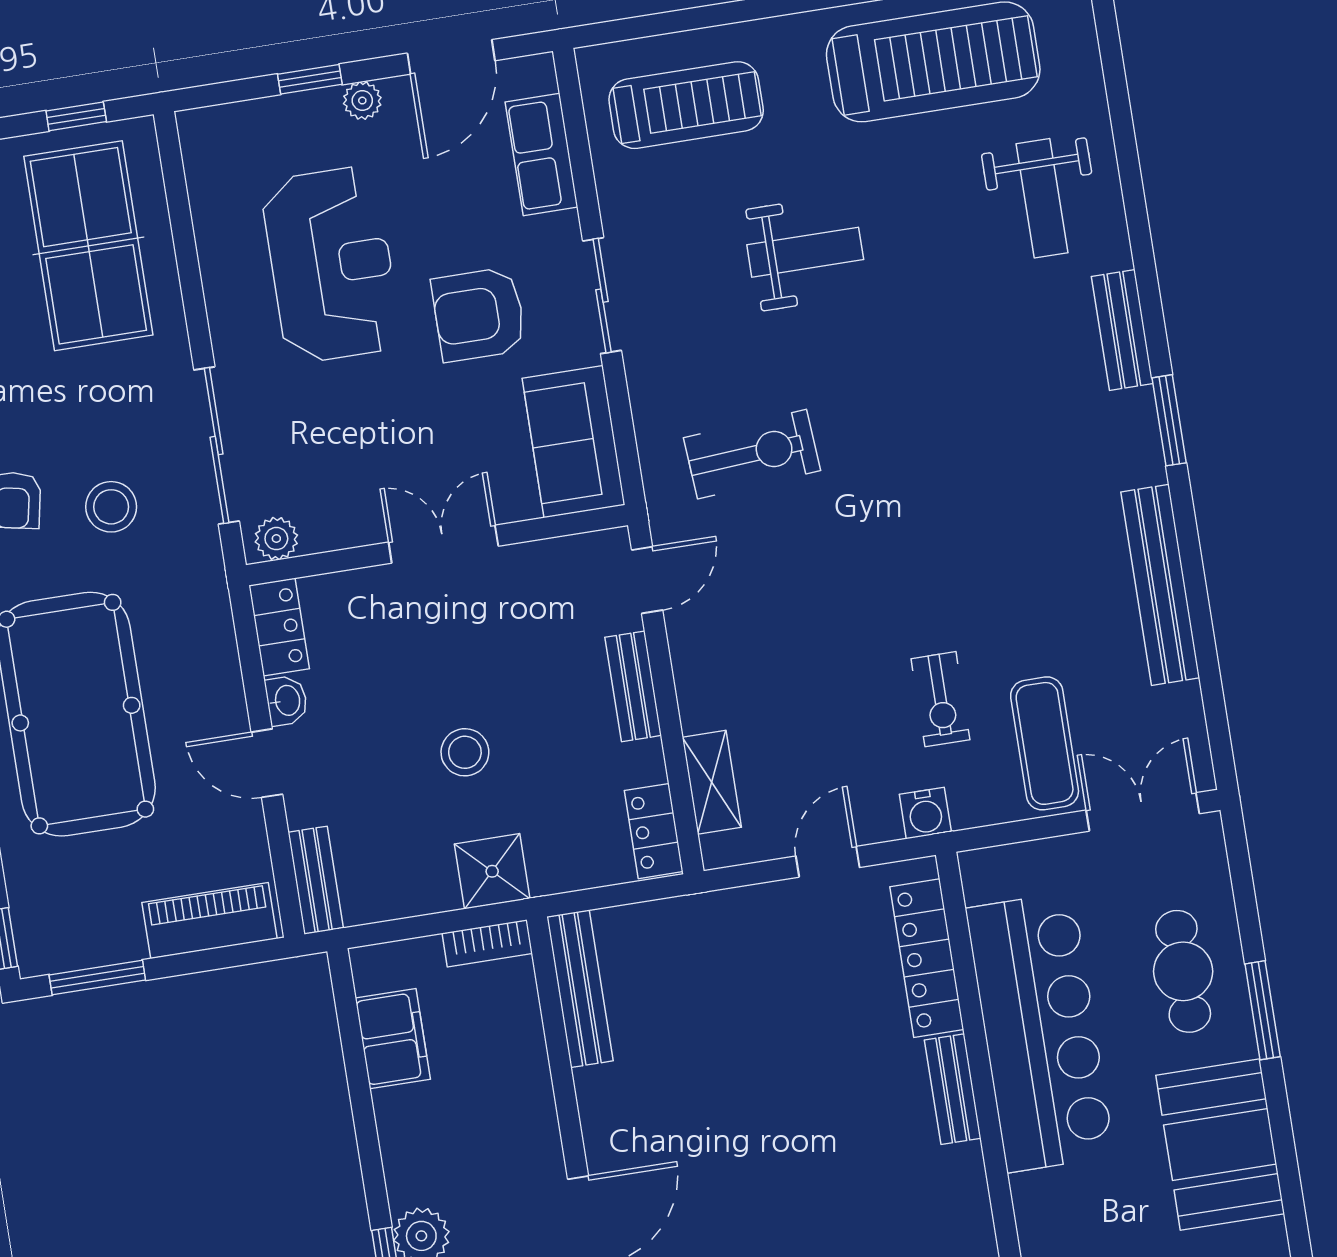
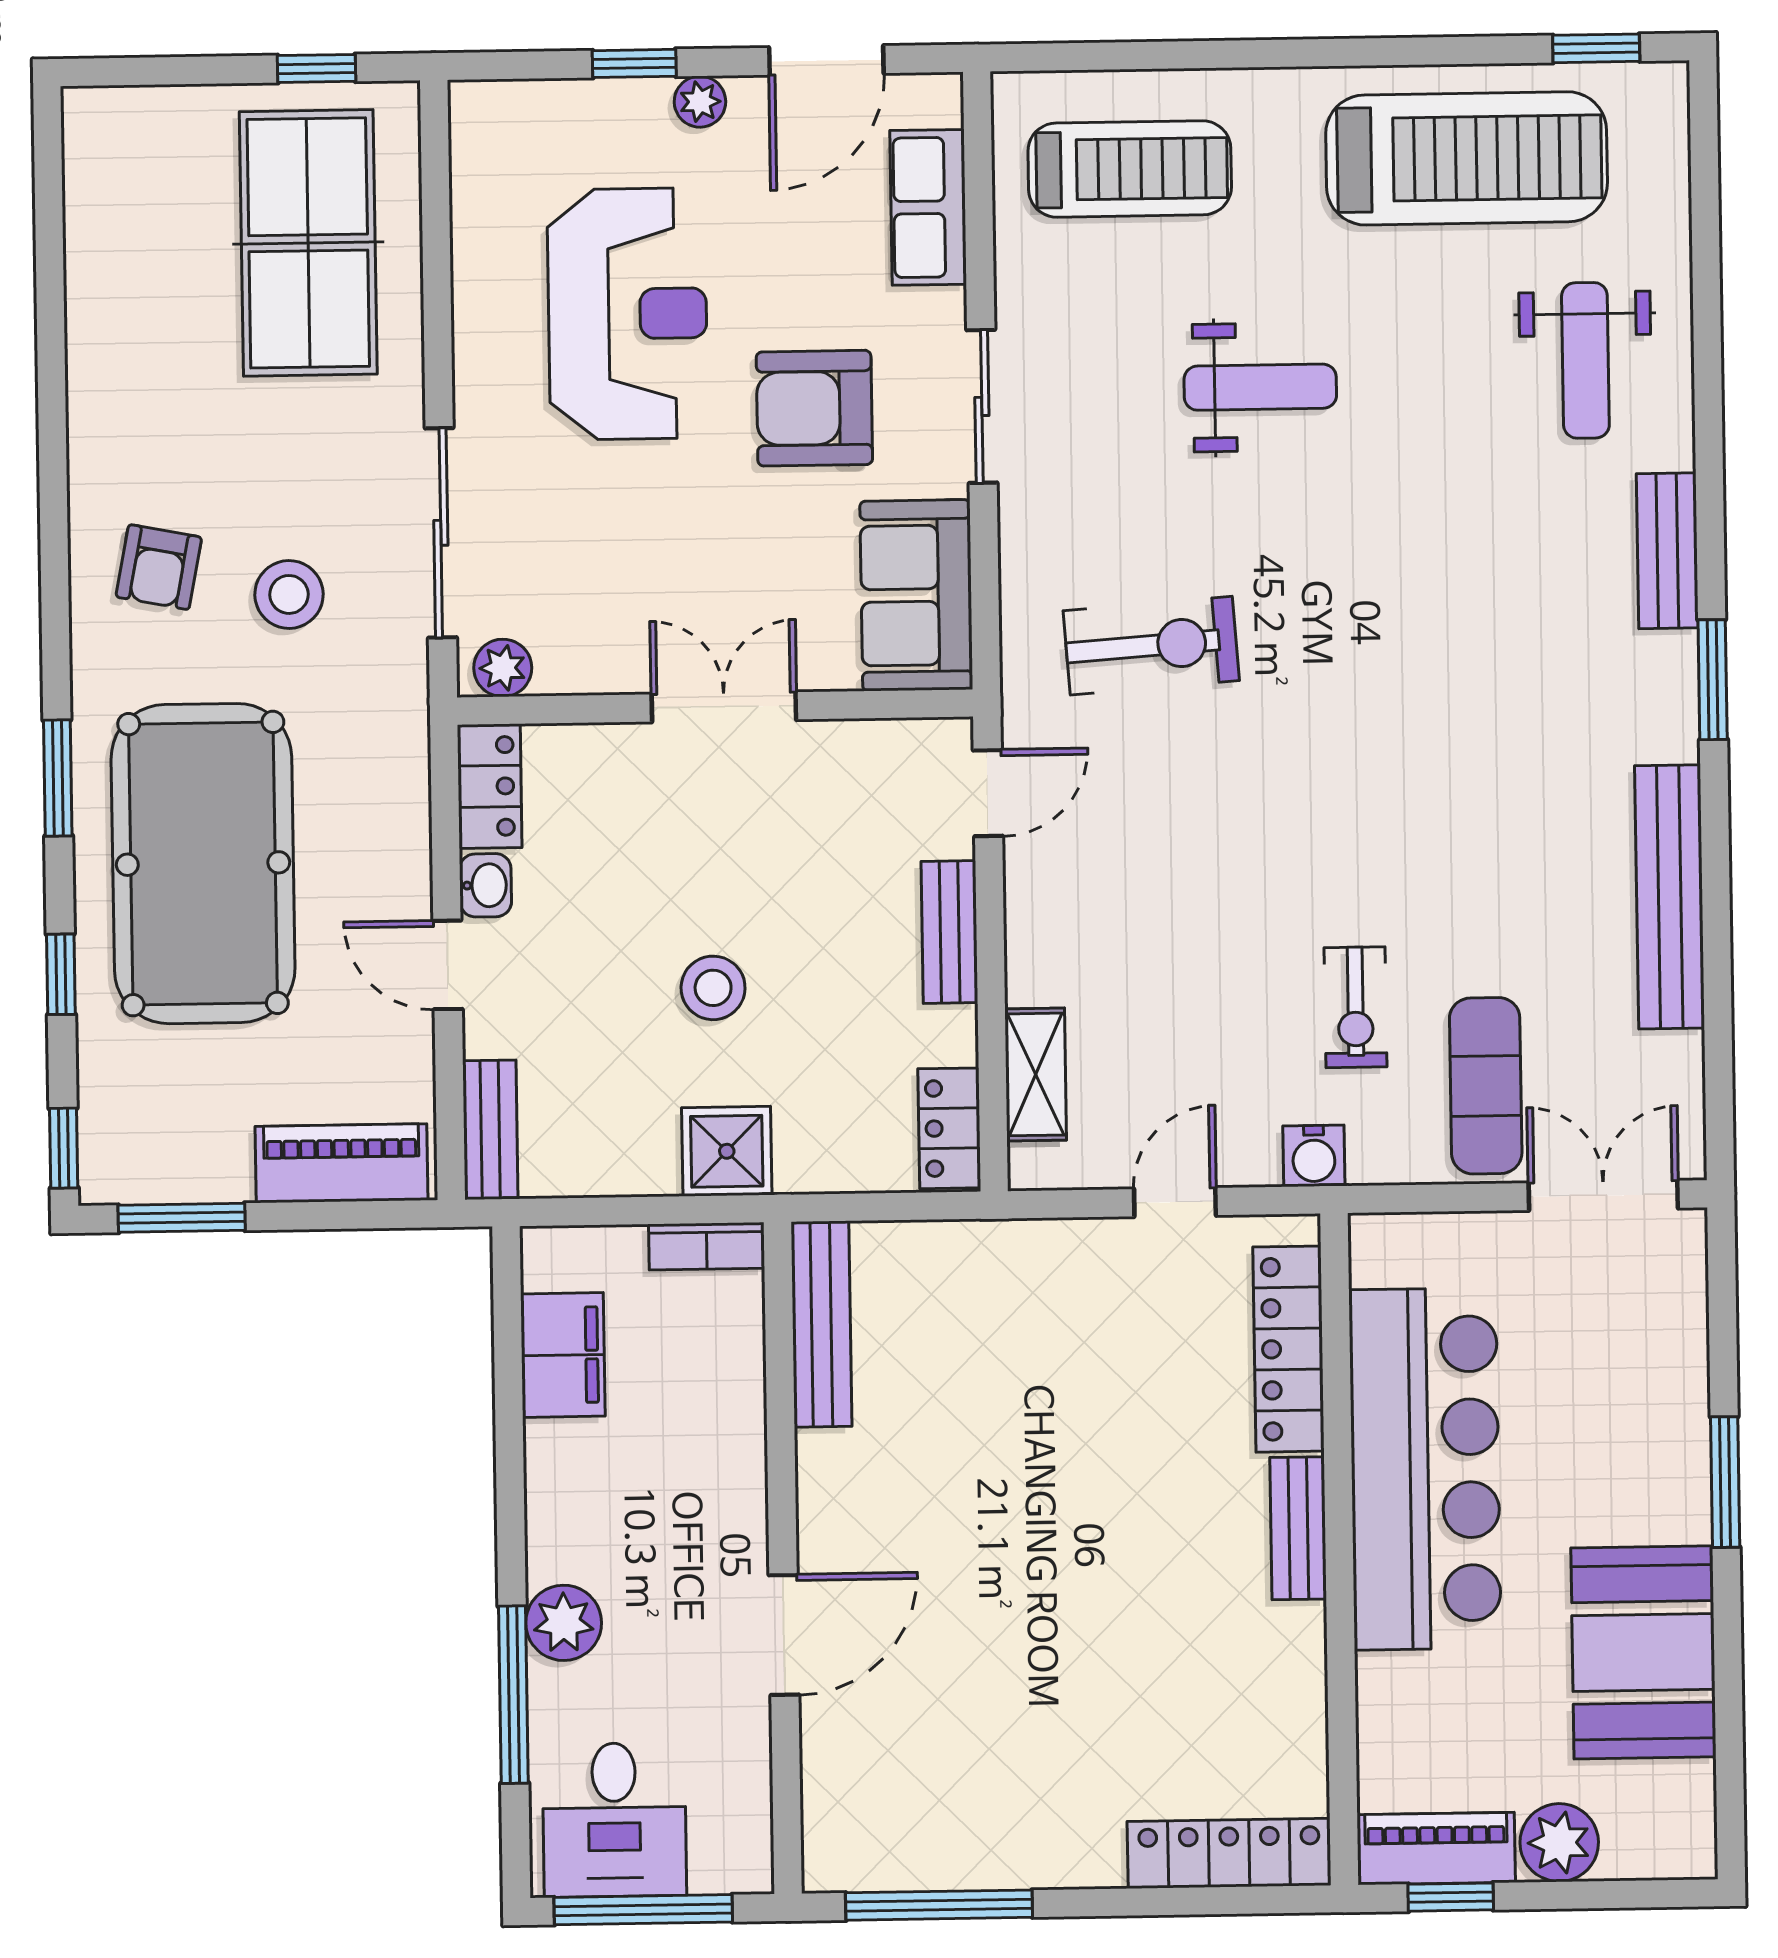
cafe table: (1183, 971) -> (1627, 1415), removed

